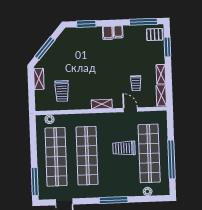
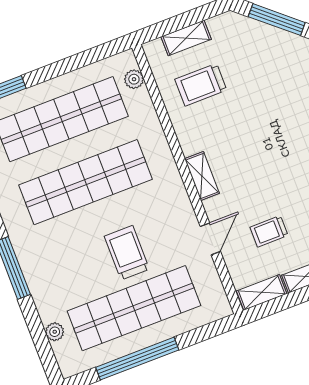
shelving: (39, 79) -> (186, 38), moved

